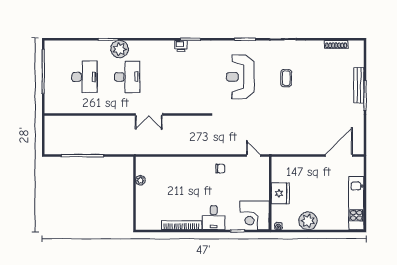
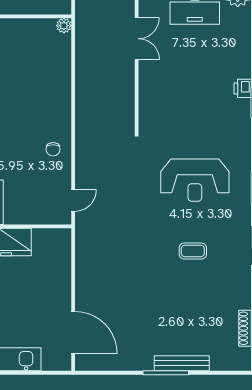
reception desk: (240, 77) -> (195, 180), turned 180
double door: (149, 115) -> (137, 39), swing flipped
plant: (140, 180) -> (64, 26), moved

